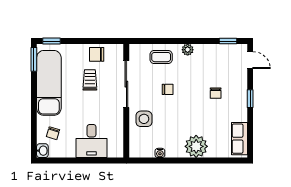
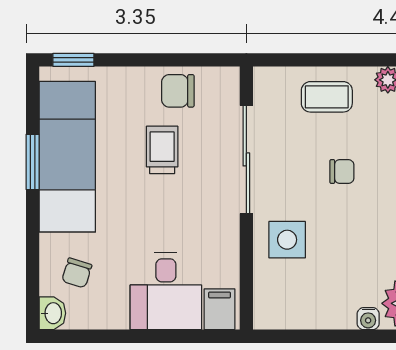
window: (34, 59) -> (33, 162), moved
filing cabinet: (115, 149) -> (220, 309), added
water cooler: (160, 153) -> (368, 319), moved

